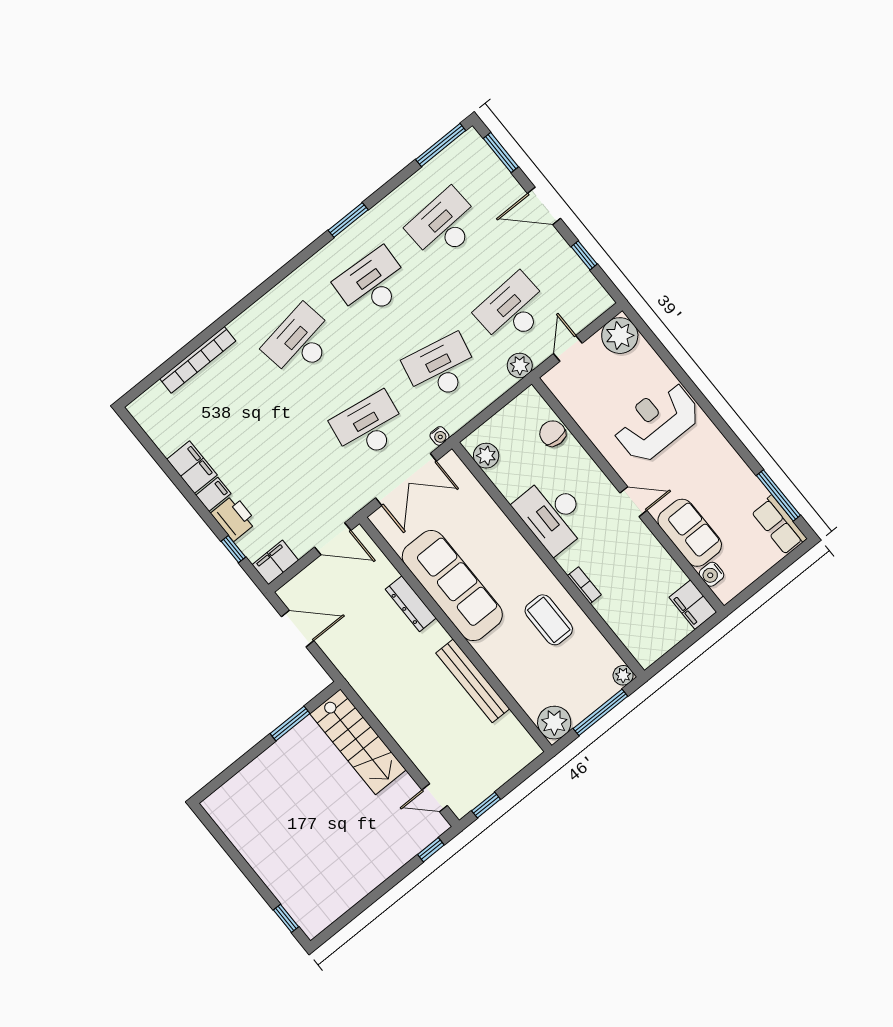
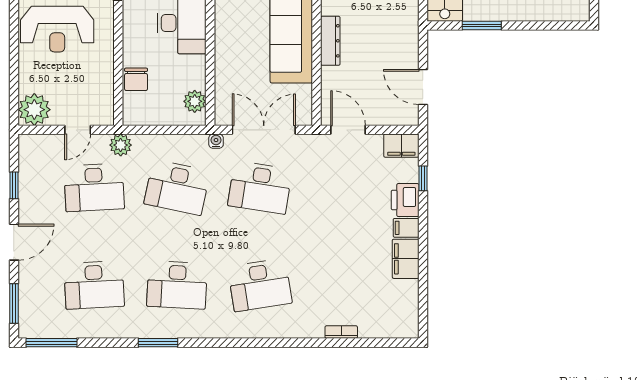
door: (544, 206) -> (14, 242), hinge flipped
bookcase: (198, 360) -> (341, 332), width x0.43, depth x0.76

